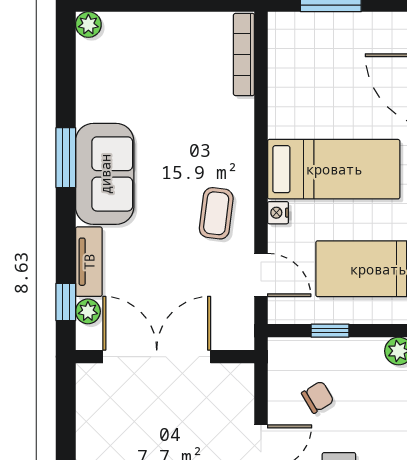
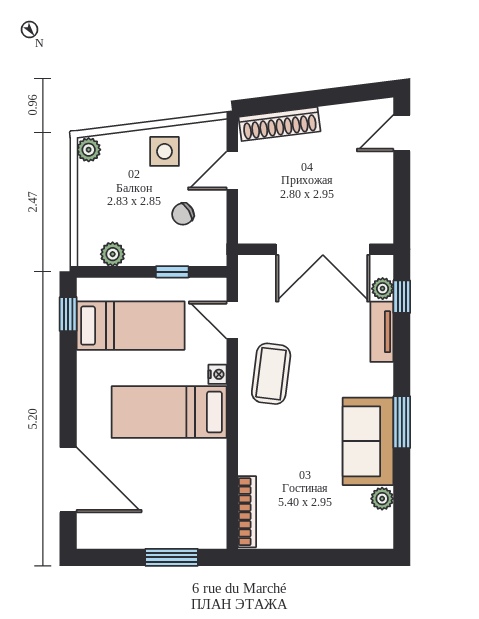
plant: (88, 25) -> (382, 499), moved
sofa: (105, 174) -> (368, 441), moved
coffee table: (216, 213) -> (271, 374), width x1.36, depth x1.30

